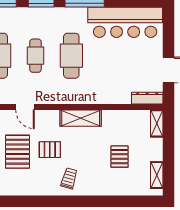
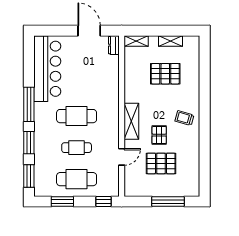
dresser: (147, 98) -> (114, 45), width x0.70
shelving: (81, 118) -> (131, 121), moved
pallet: (119, 157) -> (165, 74), width x1.50, depth x1.42
shelving: (157, 175) -> (170, 41), moved

